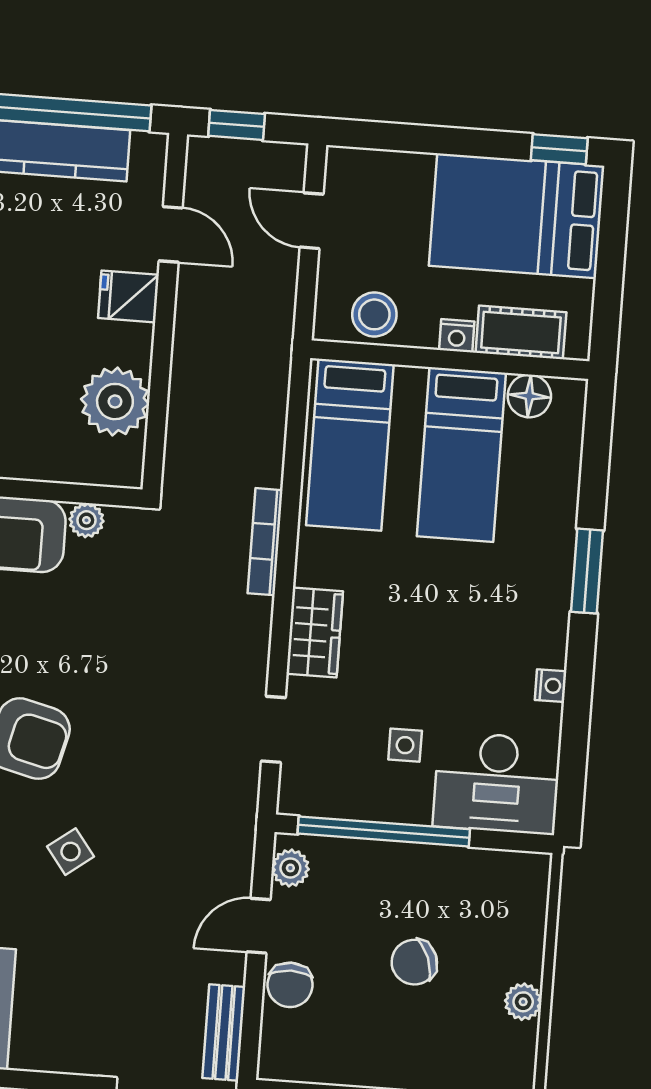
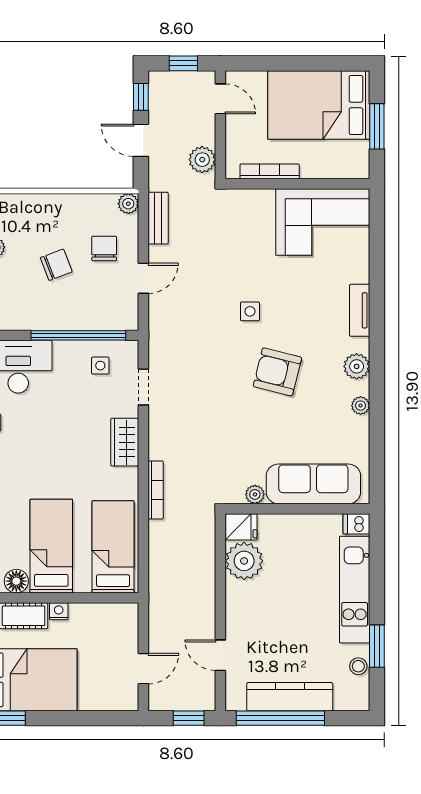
door: (312, 221) -> (143, 669), hinge flipped
fridge: (128, 296) -> (241, 527), moved
stool: (374, 314) -> (105, 620), removed
side table: (405, 745) -> (100, 366), moved
side table: (71, 852) -> (250, 311), turned 37
plant: (290, 868) -> (128, 204), moved
chair: (290, 985) -> (104, 249), moved

